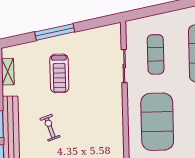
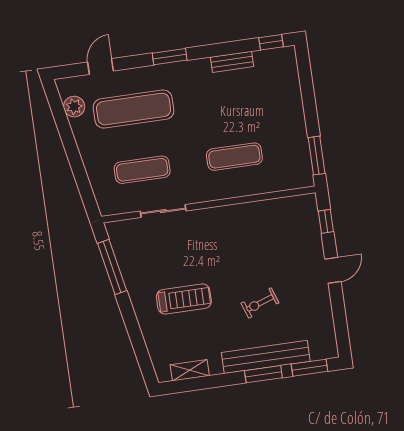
window: (55, 32) -> (112, 267), moved
exercise mat: (157, 122) -> (234, 157), width x0.50, depth x0.69

